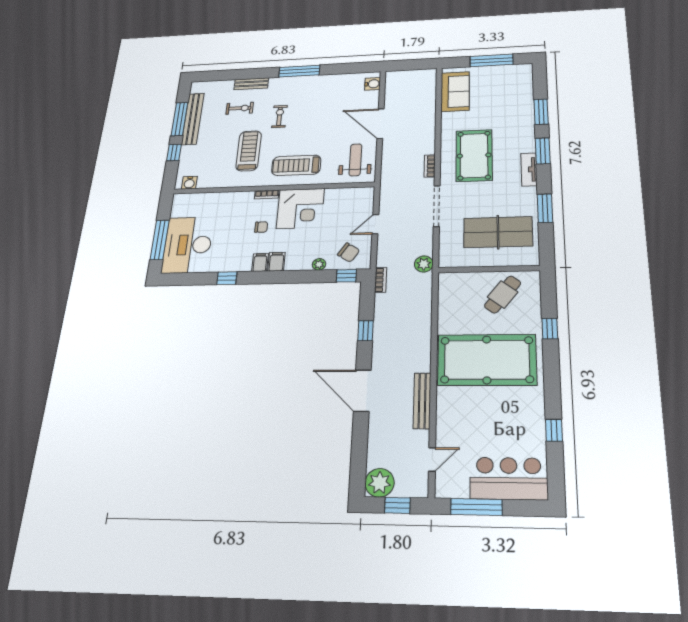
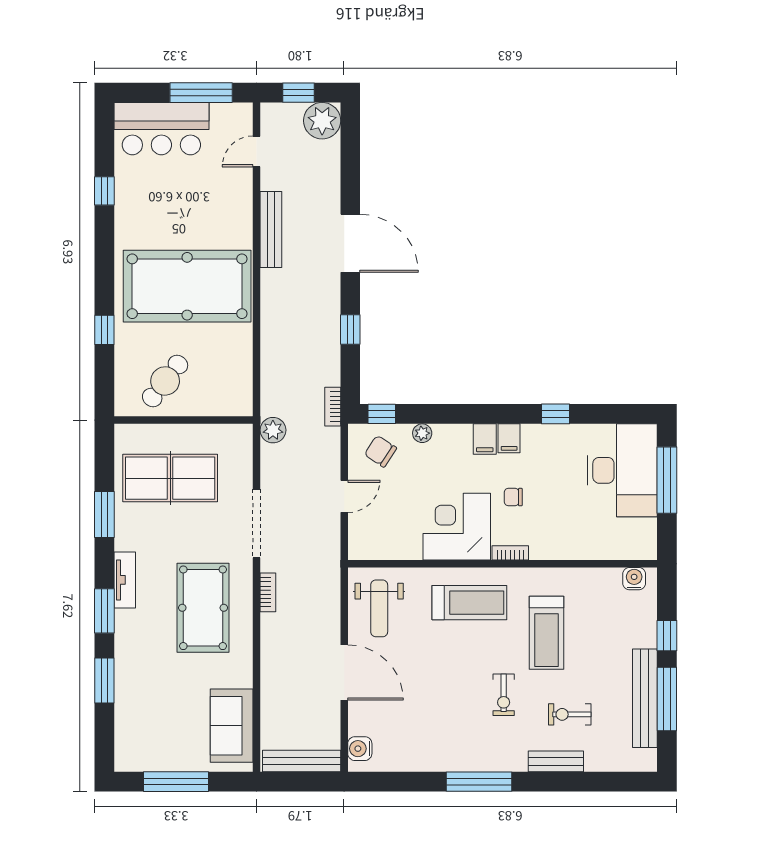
bench: (410, 75) -> (302, 761), added

